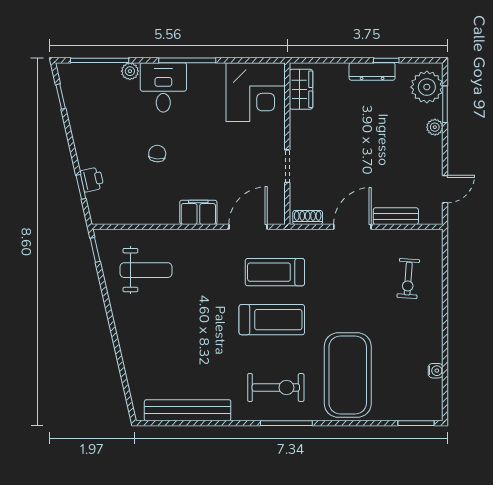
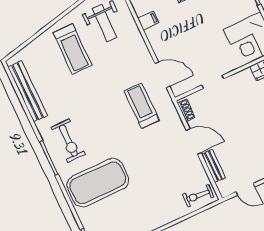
filing cabinet: (198, 212) -> (148, 21), moved, width x0.50
exercise bike: (408, 279) -> (198, 196), moved
treadmill: (272, 320) -> (72, 49), moved

